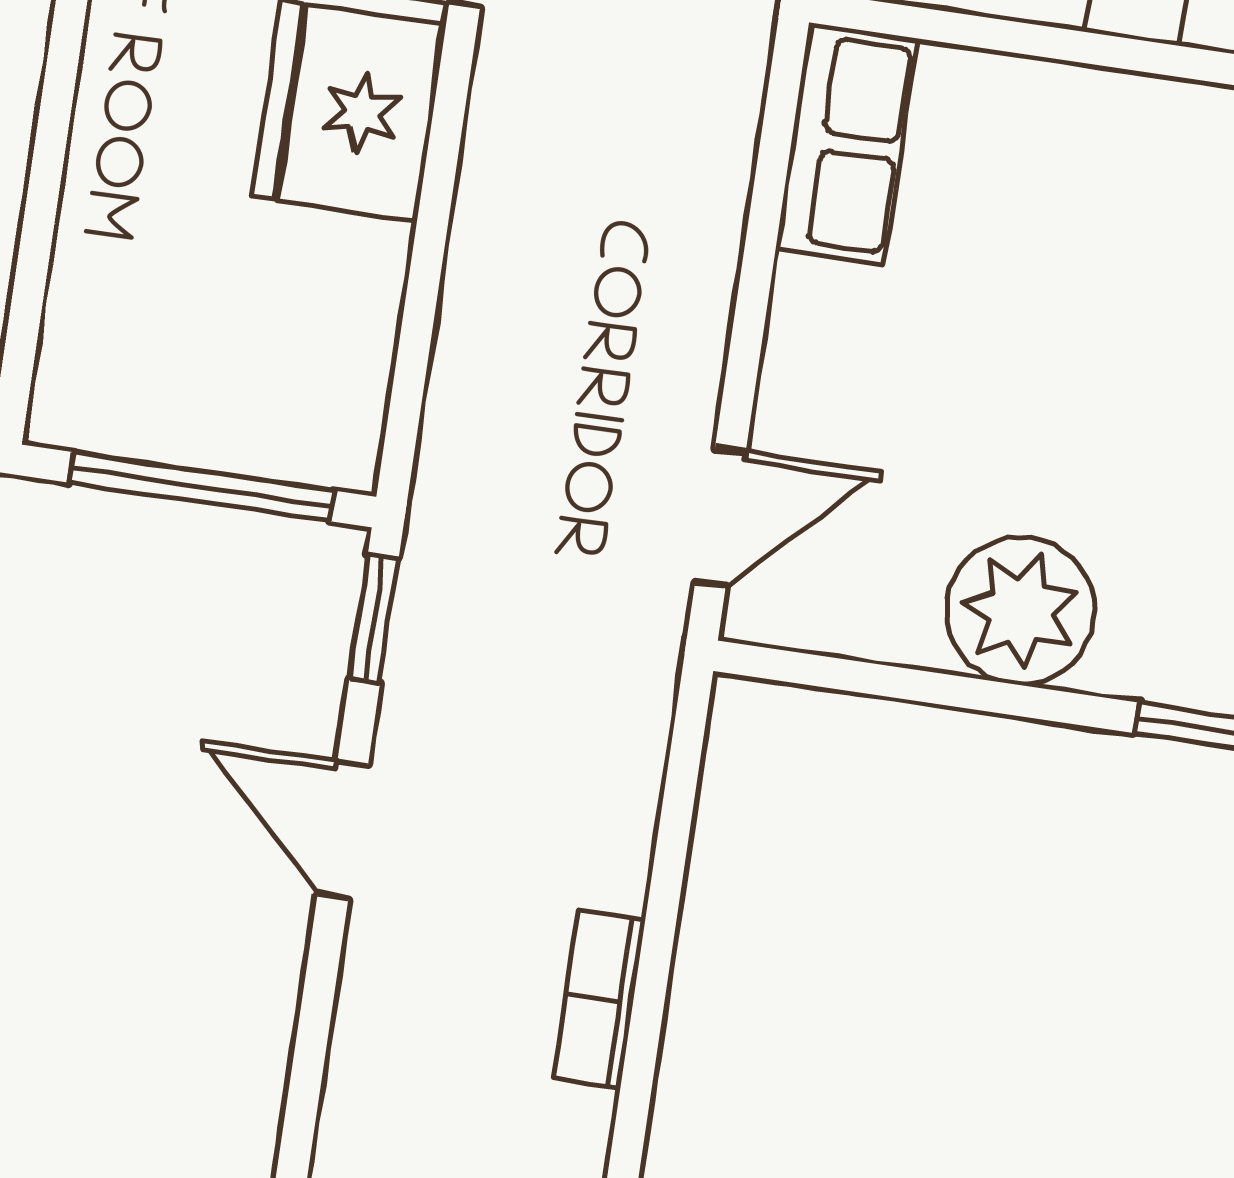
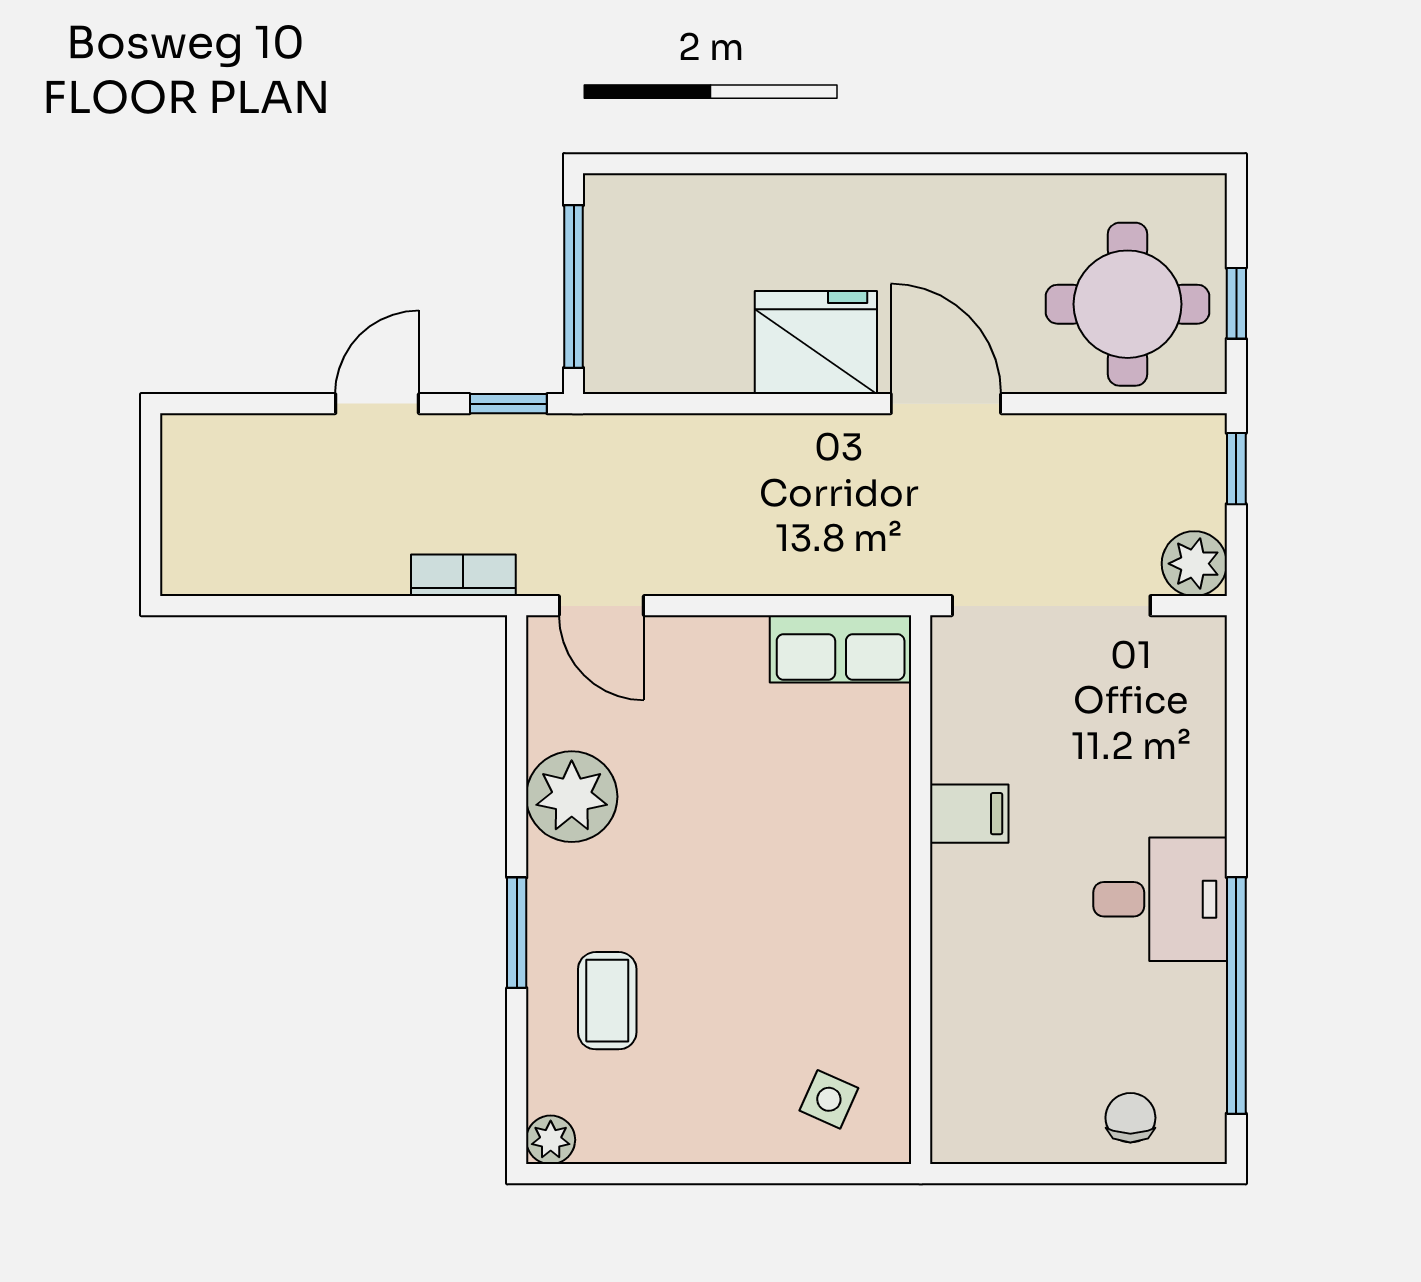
bookcase: (599, 1000) -> (463, 575), moved

